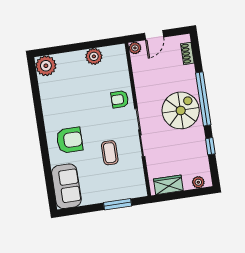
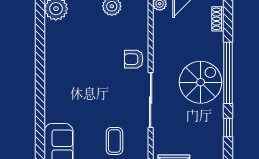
armchair: (69, 140) -> (70, 97), removed
coffee table: (110, 153) -> (114, 141), moved

